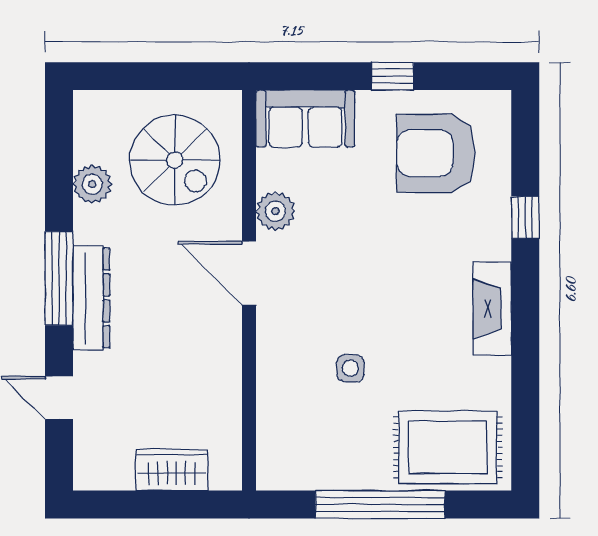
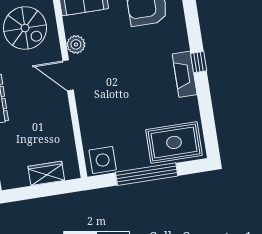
window: (525, 217) -> (199, 62), moved
side table: (350, 368) -> (103, 160), moved, width x1.87, depth x1.87

